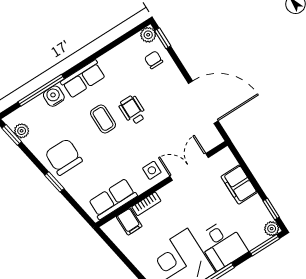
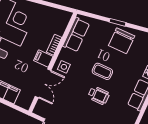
coffee table: (103, 119) -> (102, 71), moved
chair: (64, 157) -> (122, 41), turned 90
filing cabinet: (129, 221) -> (43, 58), moved

